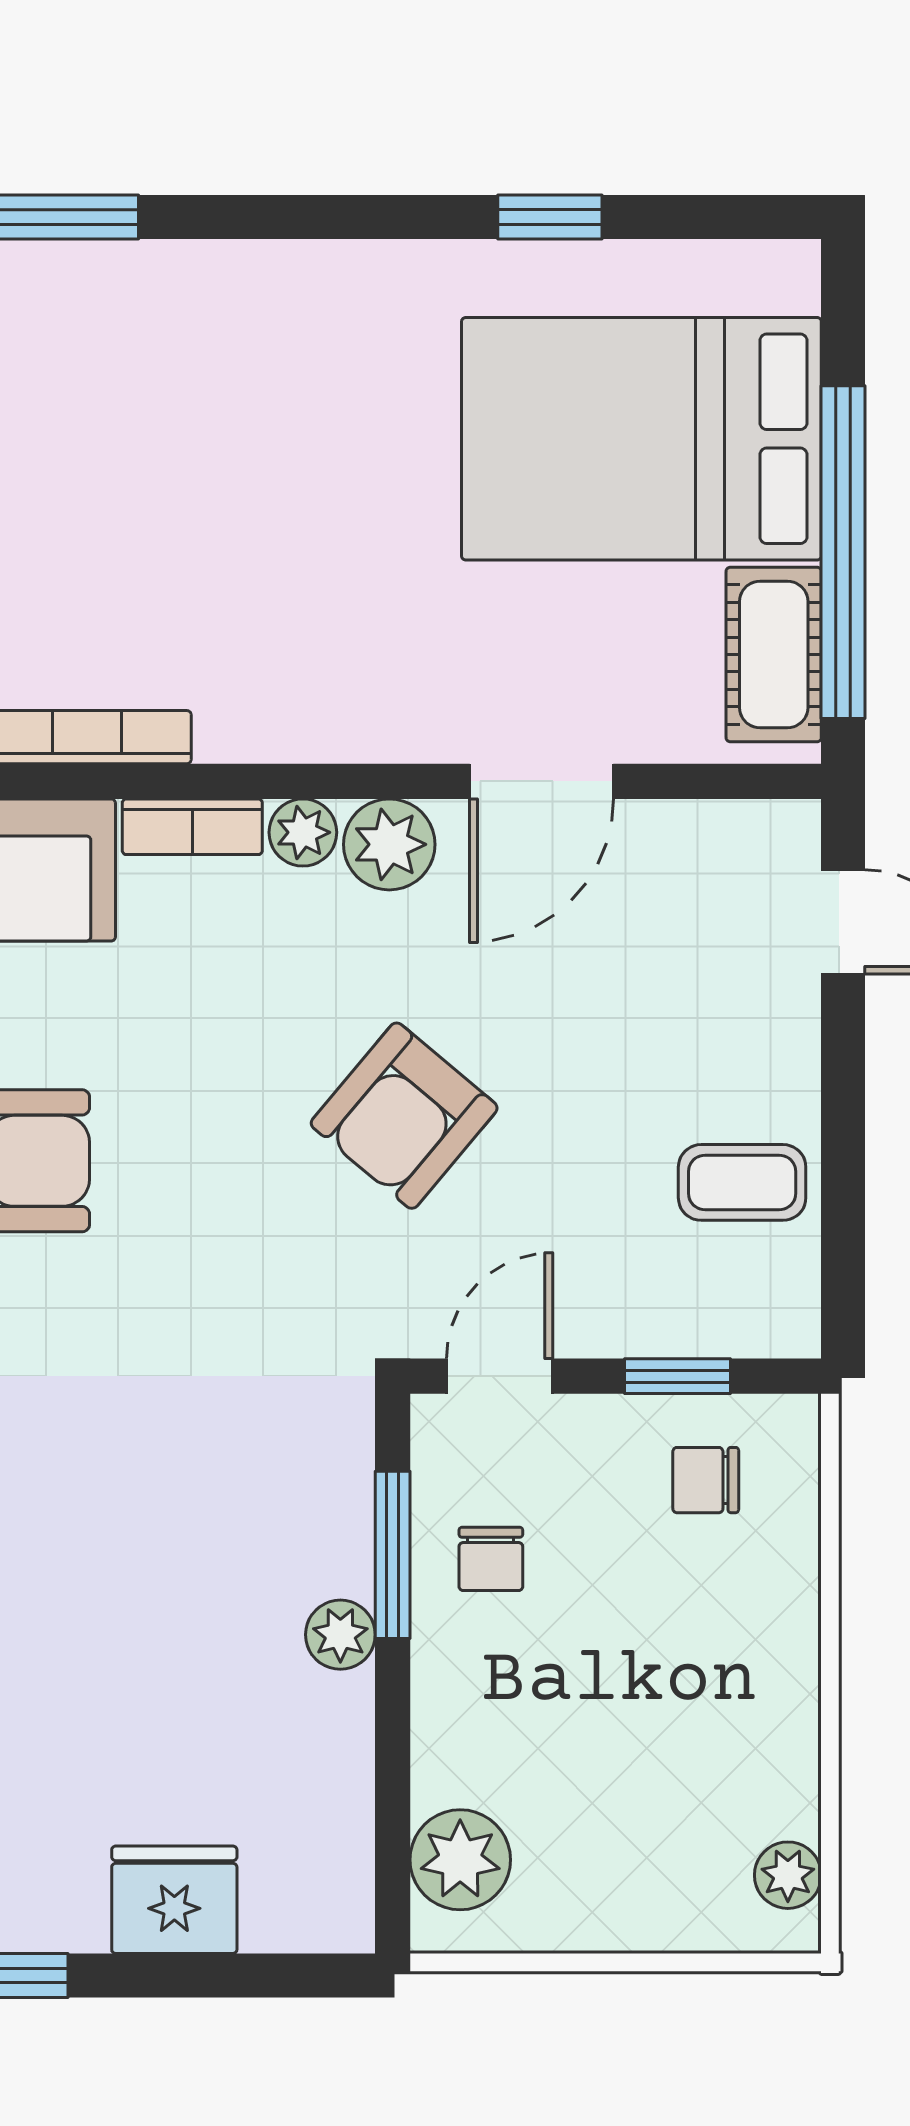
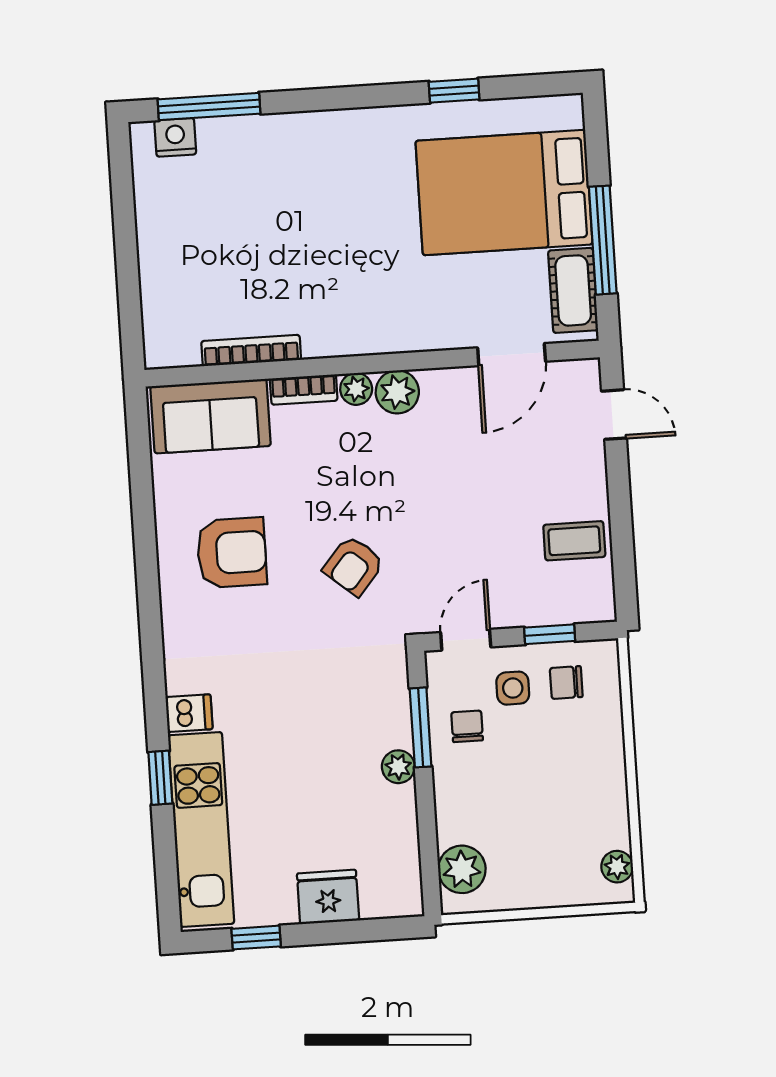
window: (843, 552) -> (603, 240), width x0.68
door: (541, 781) -> (512, 355), moved
armchair: (404, 1116) -> (354, 566), moved, width x0.72, depth x0.72
side table: (592, 1485) -> (513, 688), added
chair: (491, 1559) -> (467, 726), turned 180

